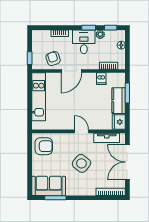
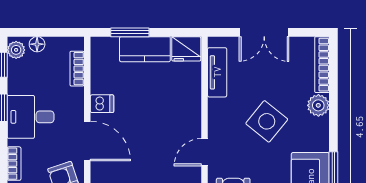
plant: (100, 34) -> (16, 50), moved
dishwasher: (101, 79) -> (102, 104), moved
door: (81, 131) -> (204, 152), moved
double door: (127, 162) -> (264, 32), width x0.73
plant: (90, 190) -> (318, 105), added

